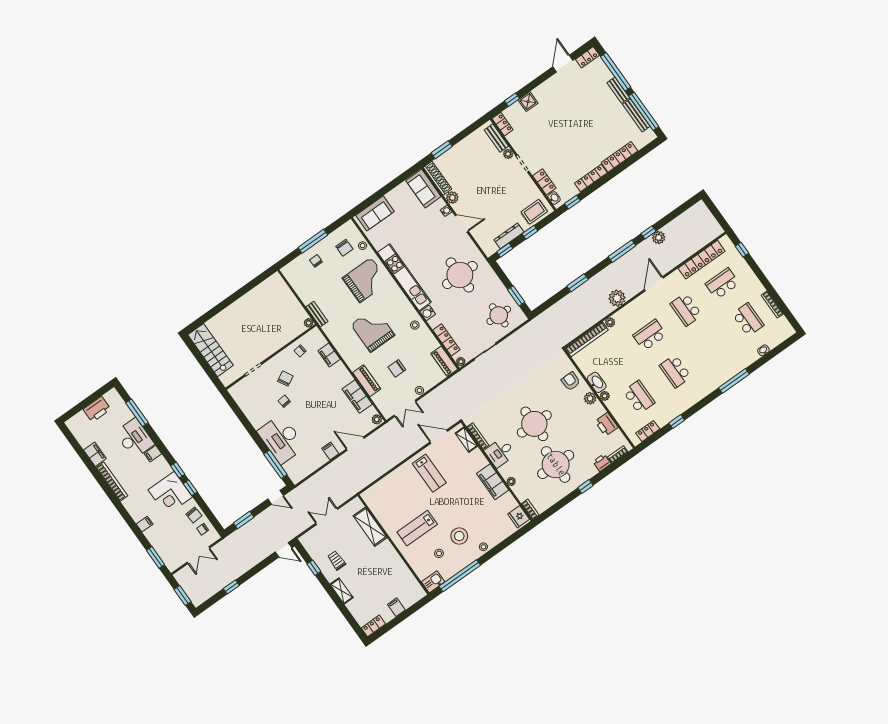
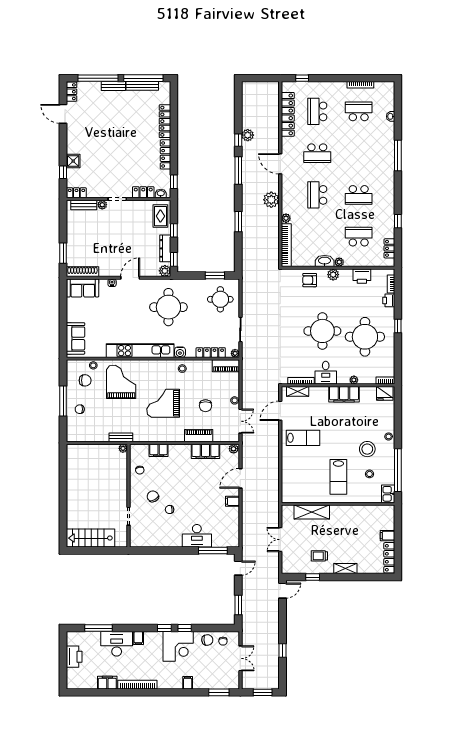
plant: (452, 197) -> (165, 271), moved
desk: (281, 439) -> (197, 536), width x0.73, depth x0.77
locker: (373, 626) -> (389, 558), width x1.53

